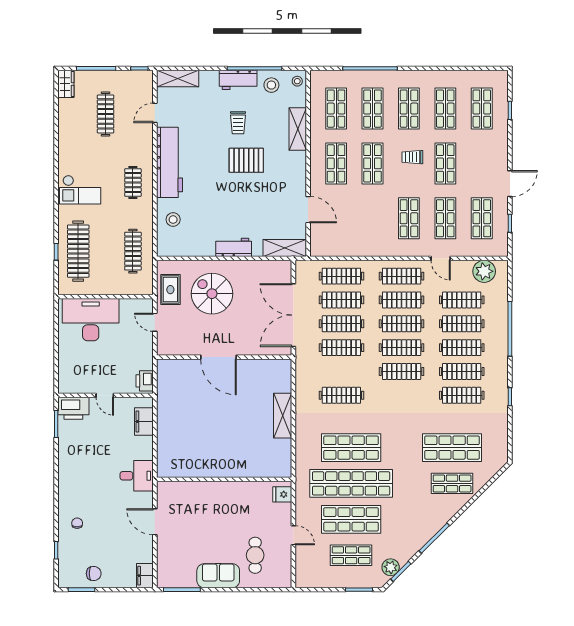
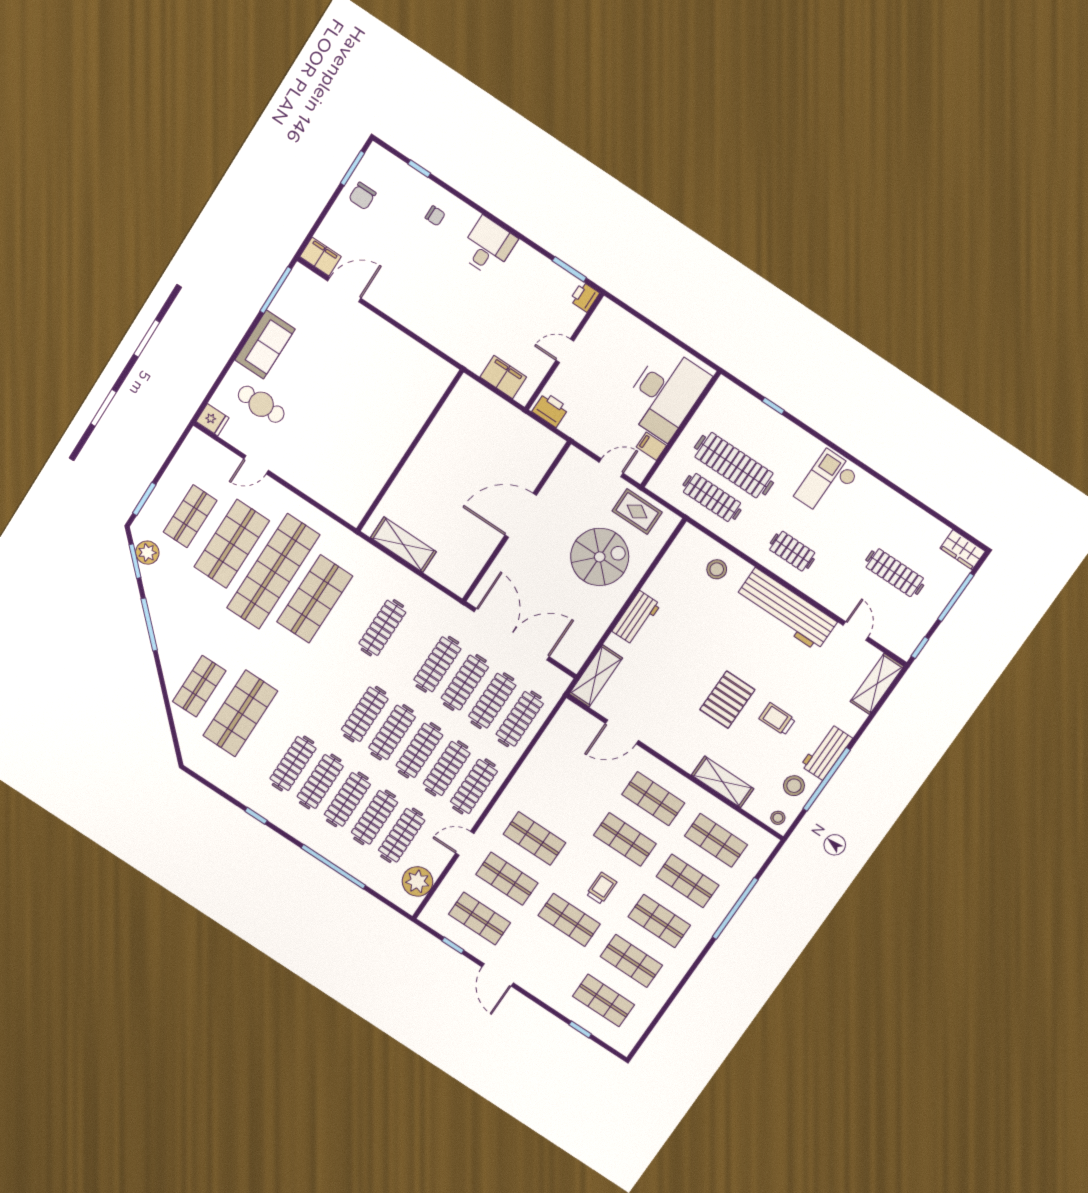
clothes rail: (78, 251) -> (734, 465), moved
filing cabinet: (127, 307) -> (651, 446), added
printer: (73, 408) -> (584, 297), width x0.53, depth x0.68
desk: (137, 476) -> (488, 246), moved, turned 180
wall: (224, 479) -> (410, 451), moved
fridge: (282, 494) -> (212, 420), moved, turned 90
door: (155, 522) -> (344, 290), moved

